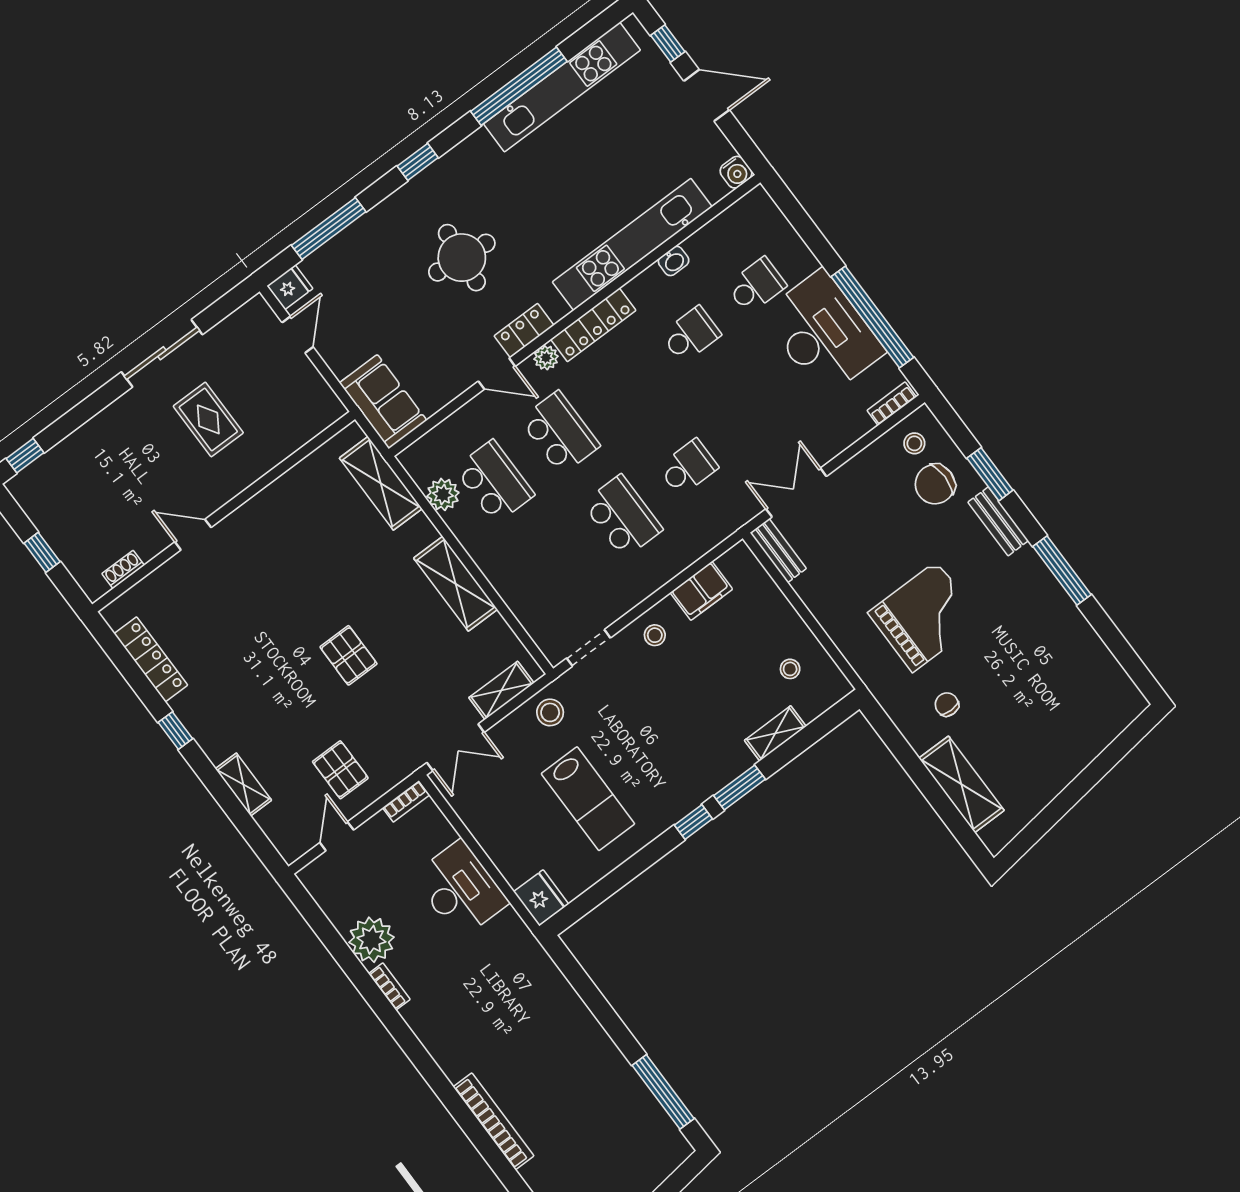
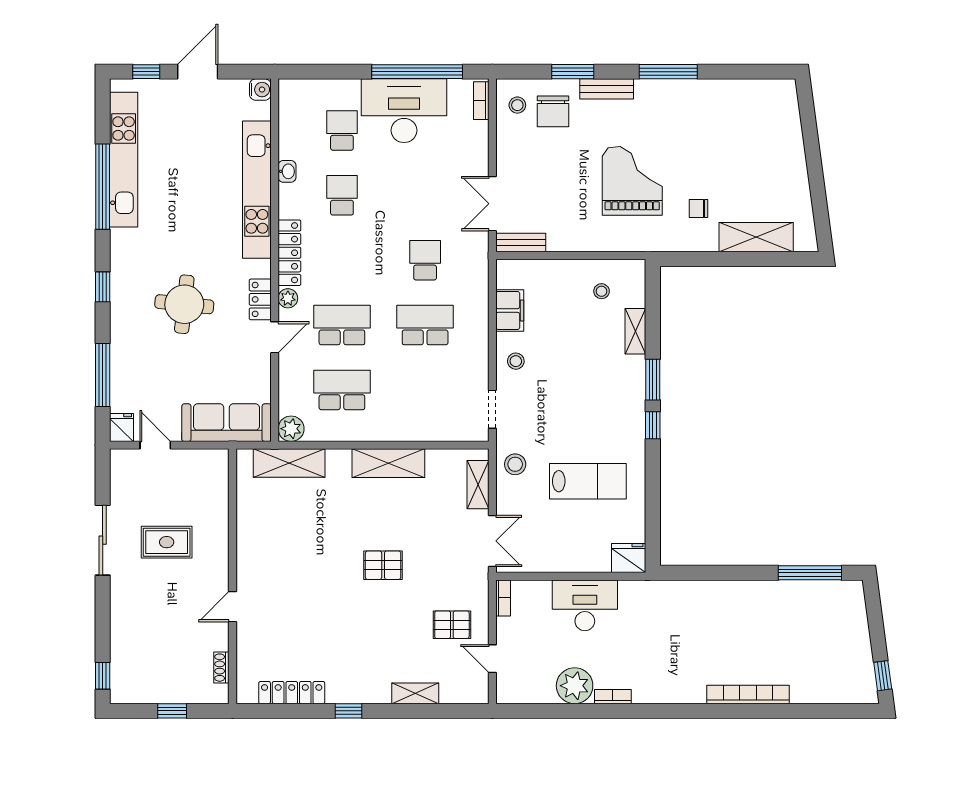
sofa: (383, 402) -> (227, 423), width x1.36
plant: (443, 494) -> (291, 429), moved

